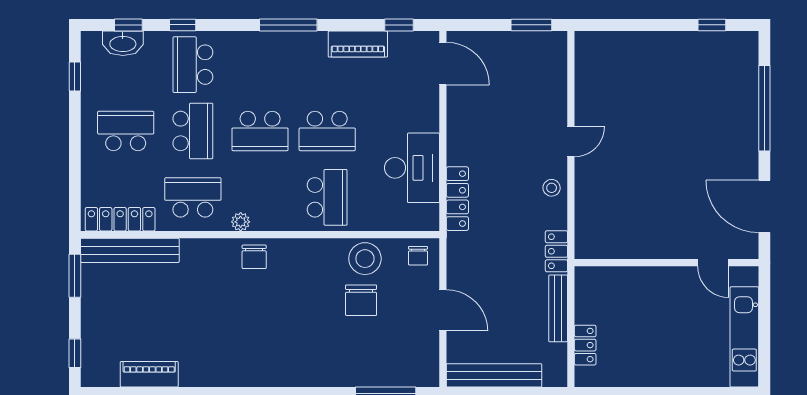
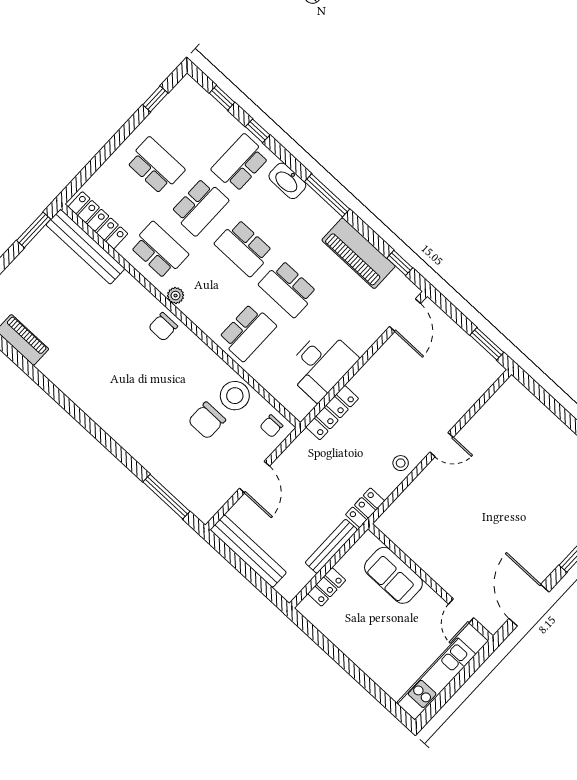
washbasin: (123, 43) -> (287, 181), moved
piano: (358, 44) -> (359, 253), width x1.37, depth x1.33
sofa: (631, 285) -> (393, 575), added

